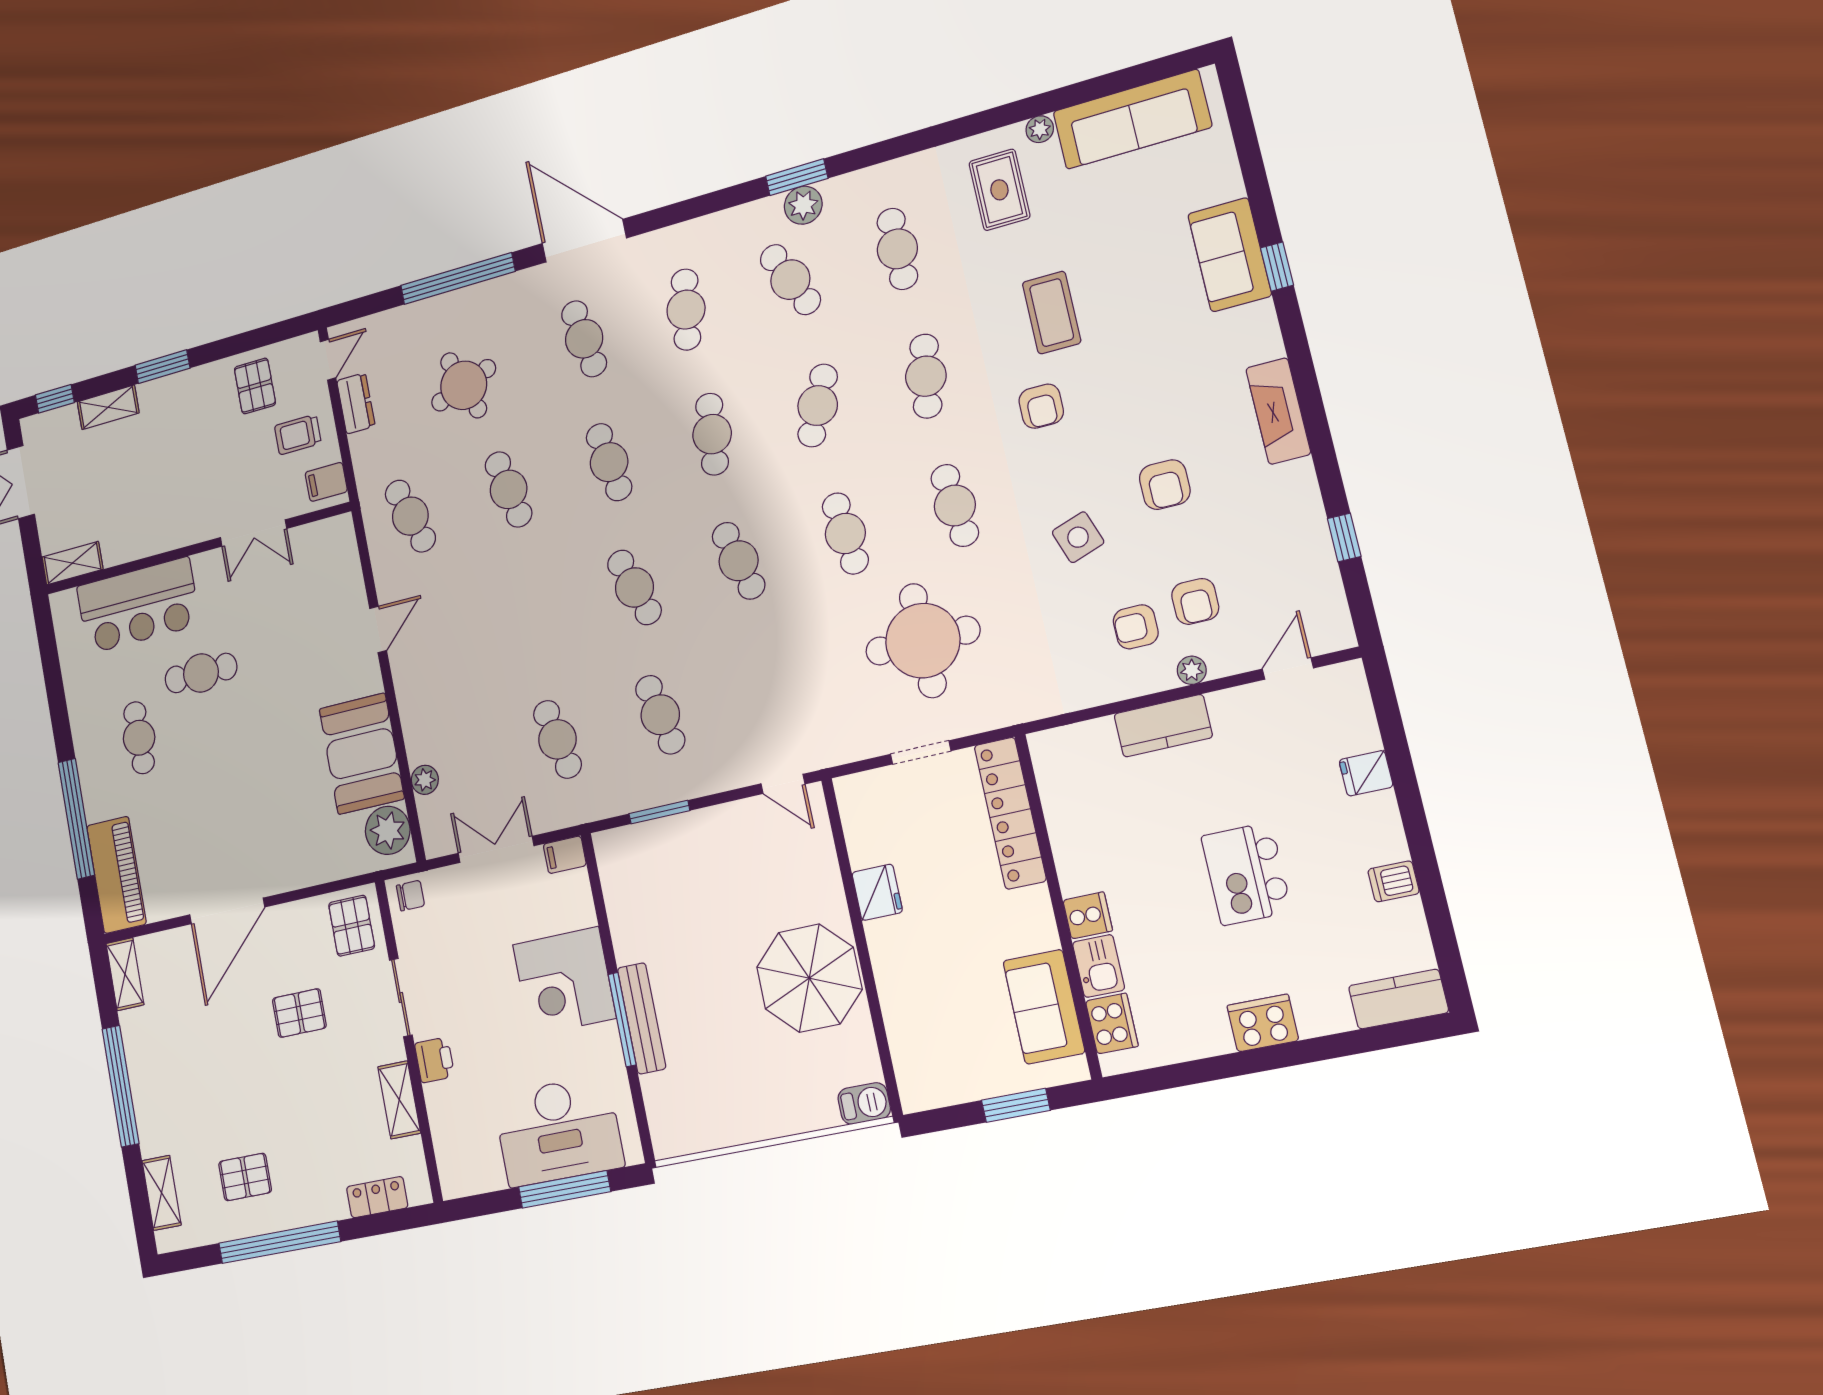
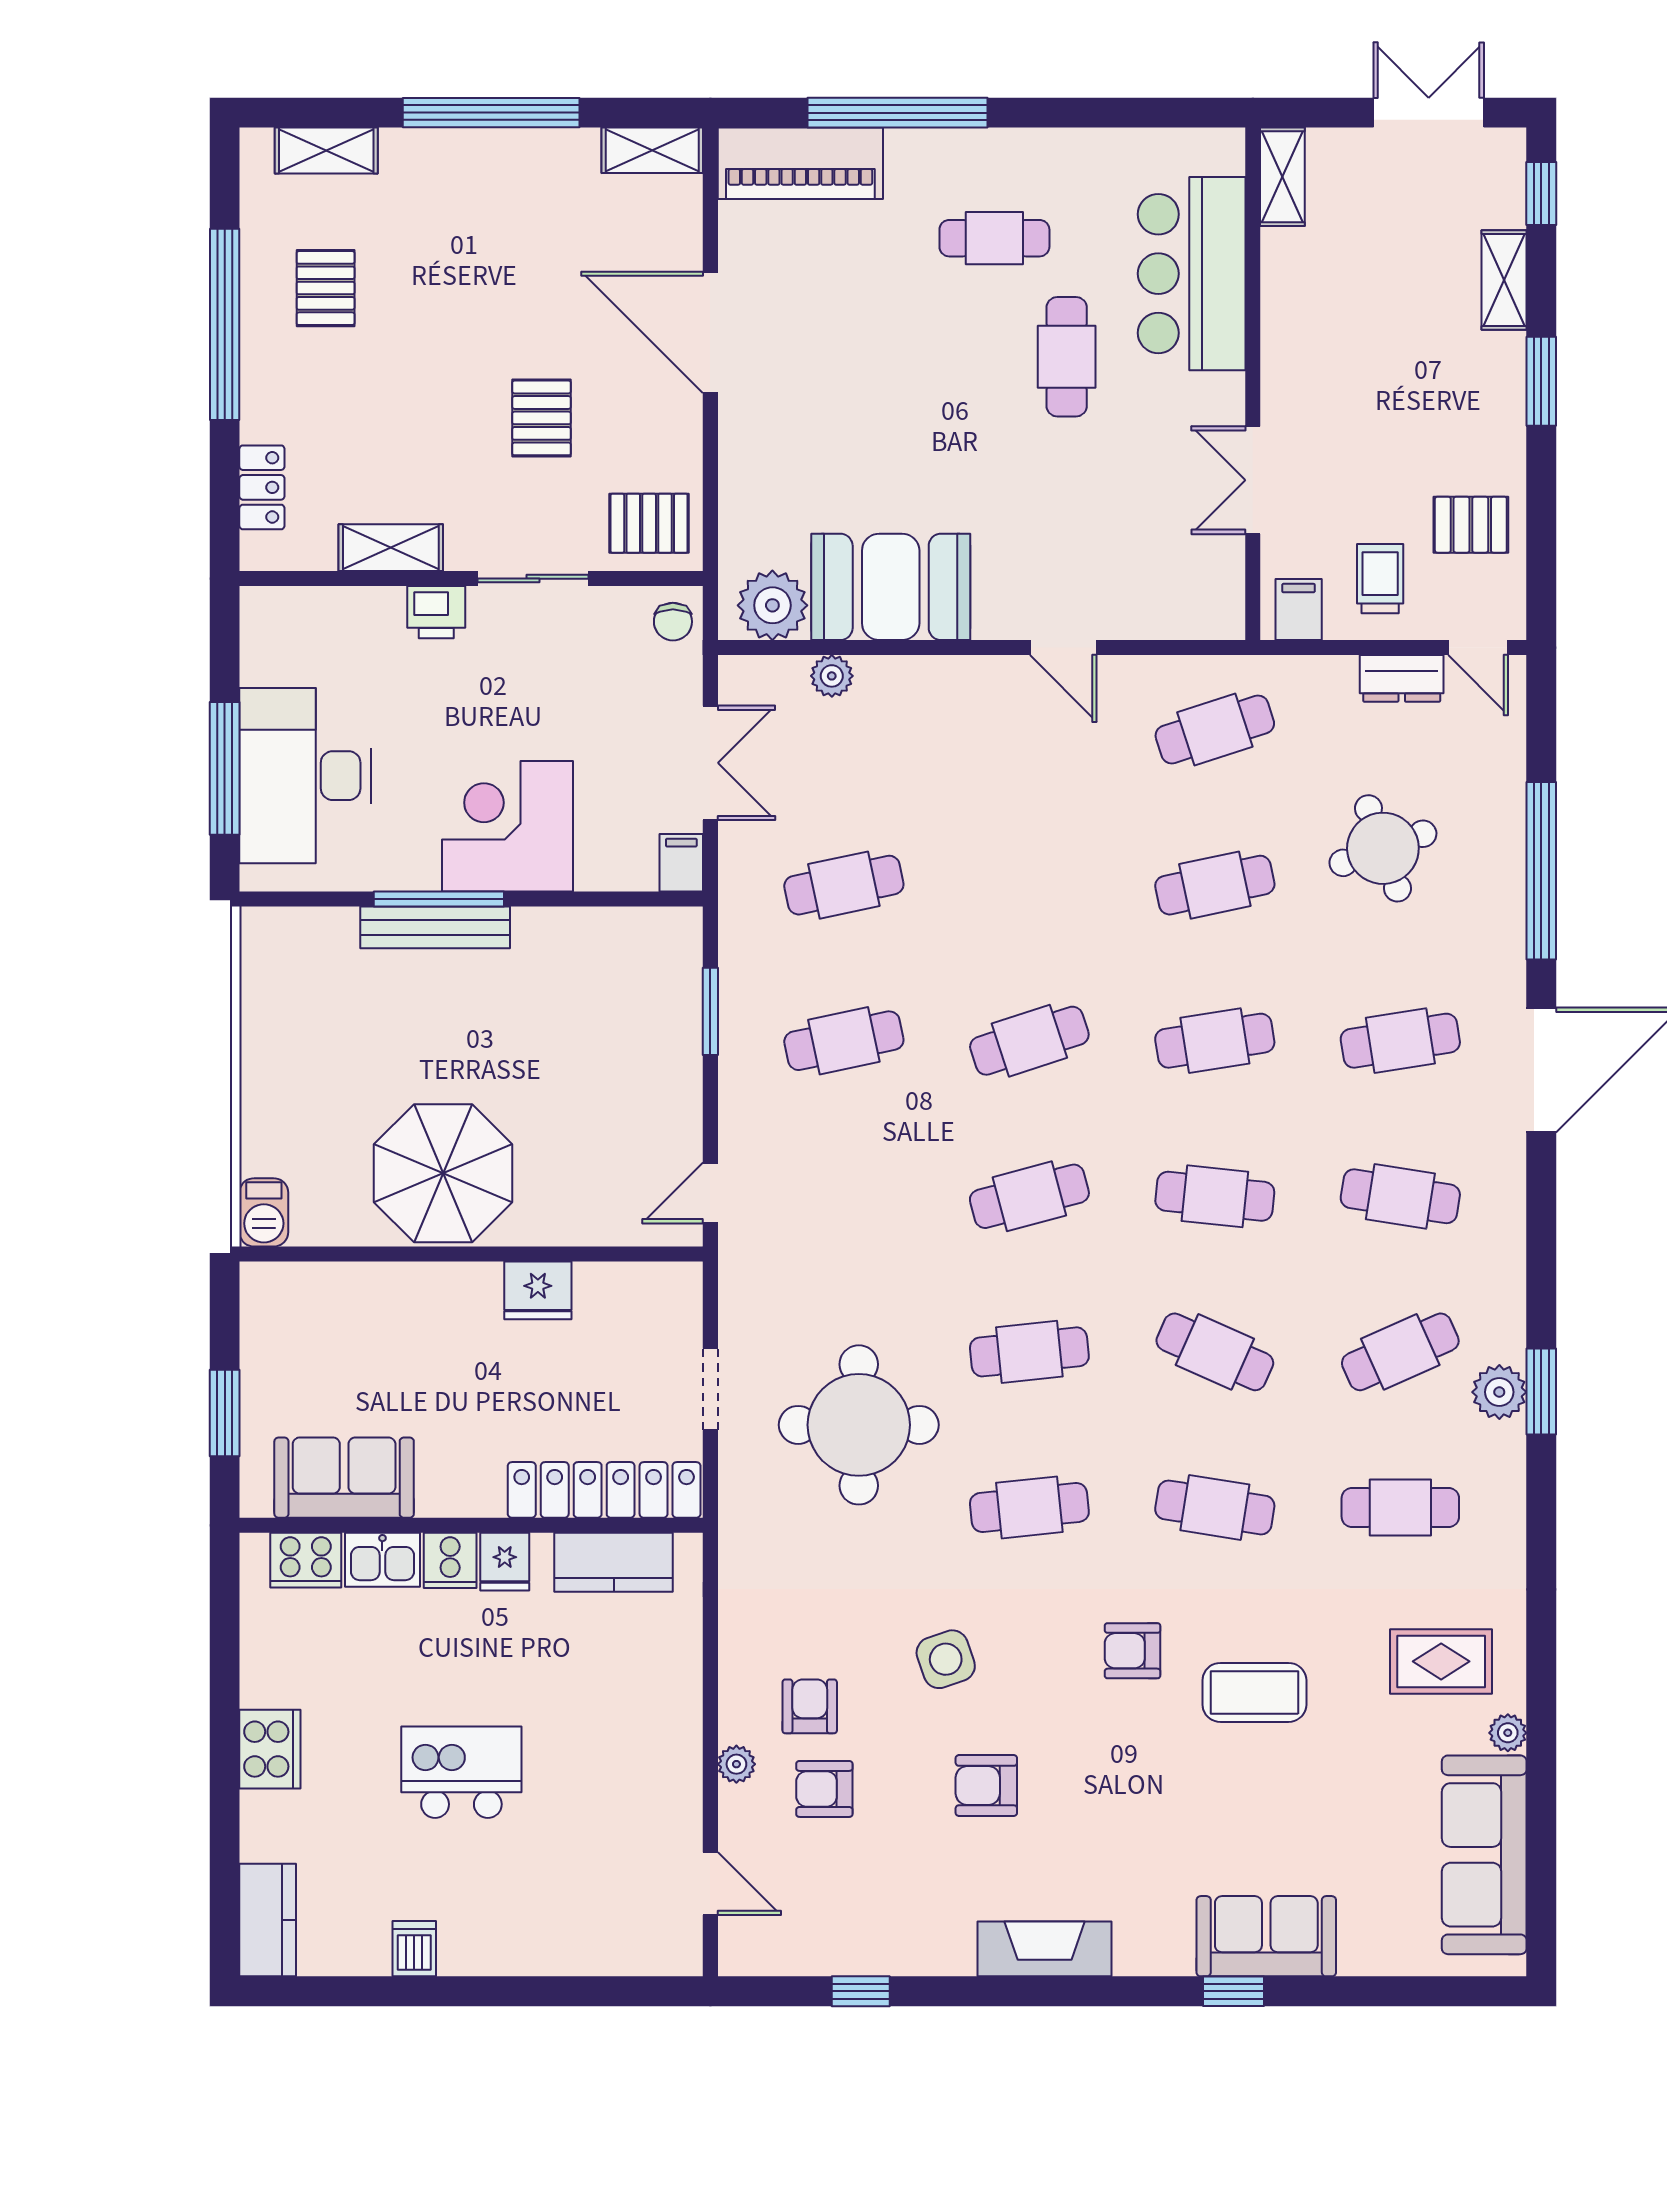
kitchen counter: (1163, 726) -> (614, 1562), moved, turned -90
fridge: (1366, 773) -> (505, 1562), moved, turned 180

